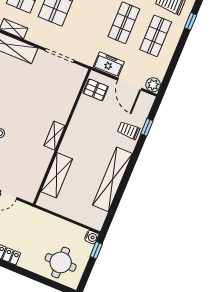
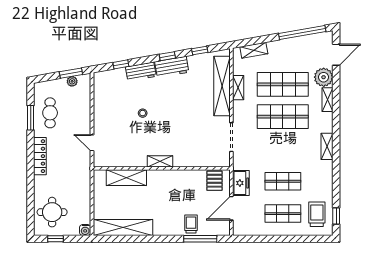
window: (191, 21) -> (308, 239), removed
plant: (153, 85) -> (239, 229), removed
window: (147, 127) -> (200, 239), width x2.17
shelving: (113, 179) -> (123, 227), moved
window: (96, 250) -> (56, 239), moved

